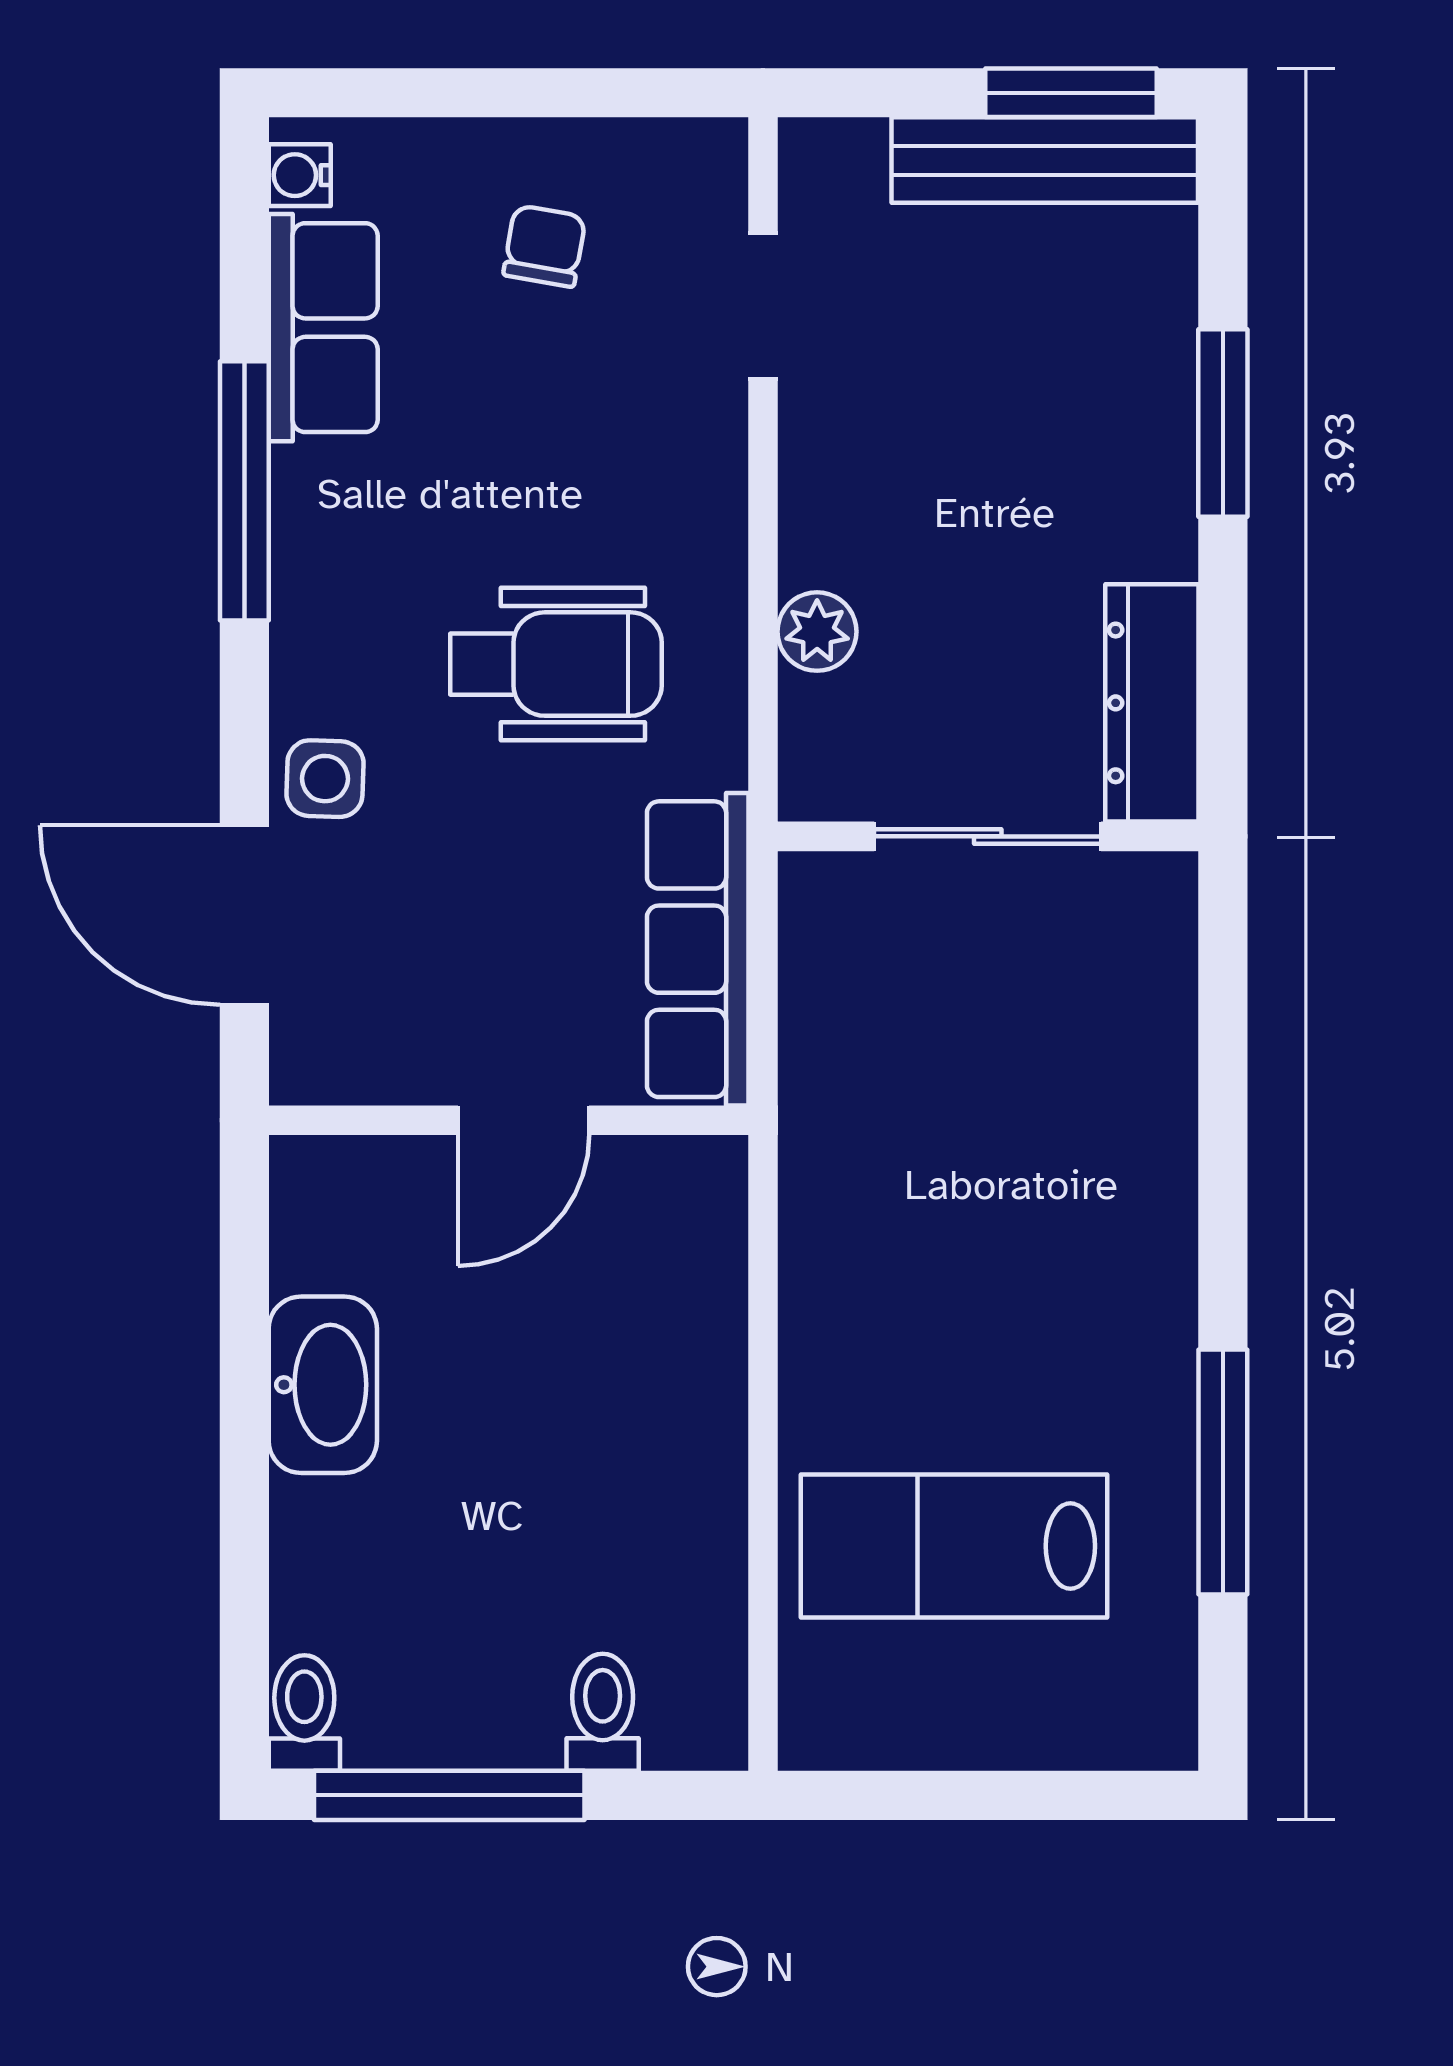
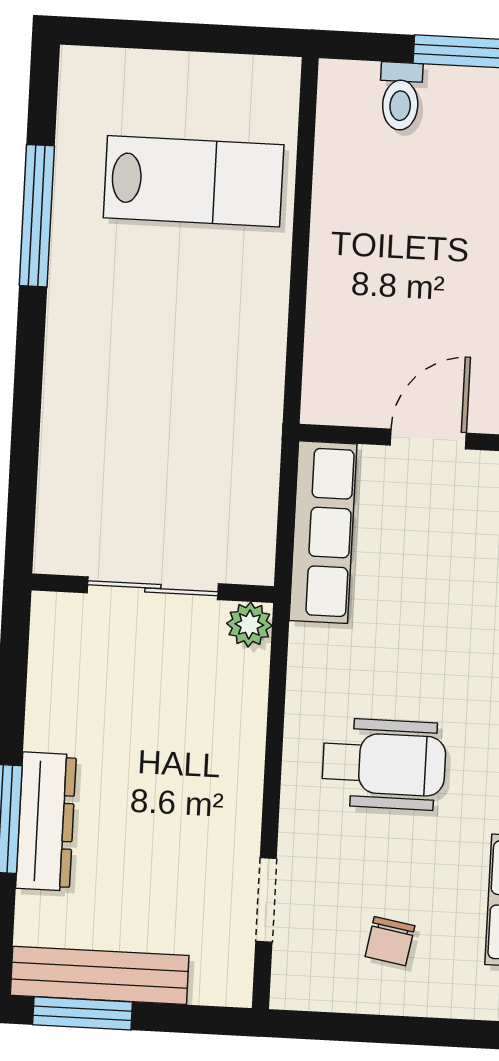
plant: (817, 632) -> (249, 624), moved
wheelchair: (556, 664) -> (384, 764), moved, turned 180
dresser: (1152, 703) -> (46, 821), moved

